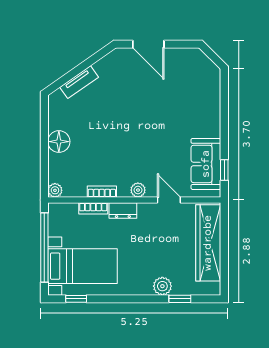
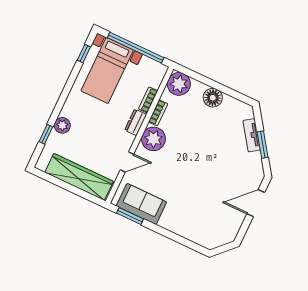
window: (84, 66) -> (263, 145), added
window: (224, 170) -> (130, 216), width x1.50
plant: (55, 190) -> (179, 84), width x1.88, depth x1.88
plant: (138, 190) -> (153, 139), width x1.87, depth x1.87

